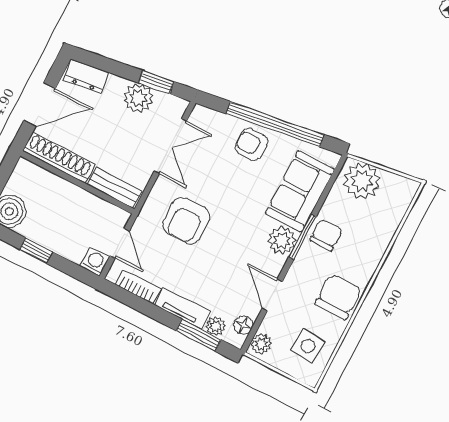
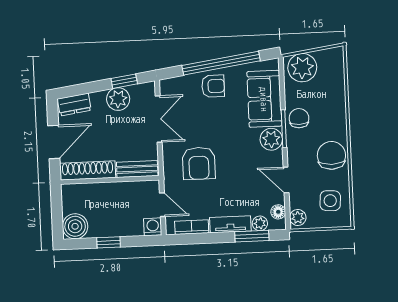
armchair: (252, 144) -> (213, 86), turned 180

